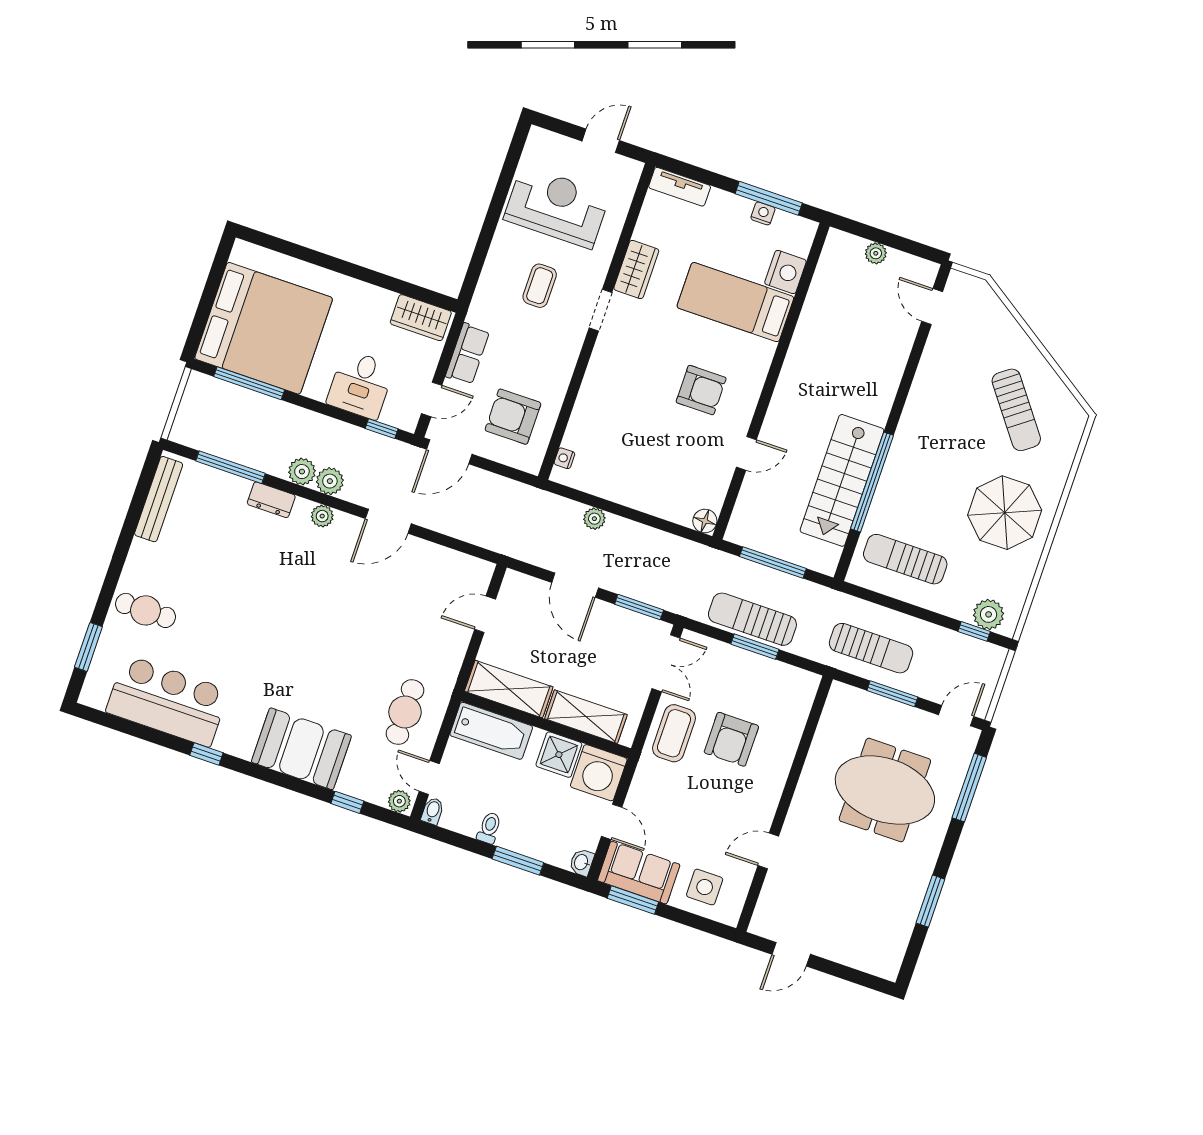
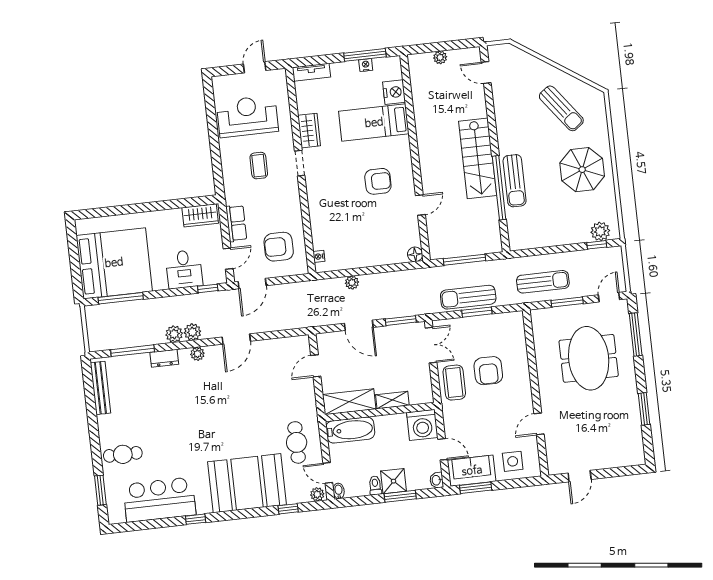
stairs: (842, 480) -> (478, 158), moved
sun lounger: (905, 559) -> (515, 181), moved, turned -90
shelving: (586, 717) -> (392, 400), width x0.67, depth x0.75
booth: (301, 749) -> (247, 483), width x1.36, depth x1.42
shower: (559, 755) -> (393, 481), moved
meeting table: (885, 790) -> (589, 358), turned 90

